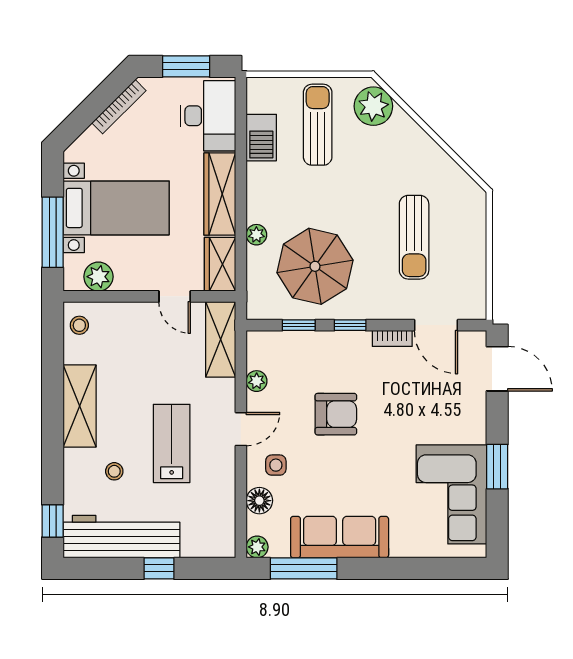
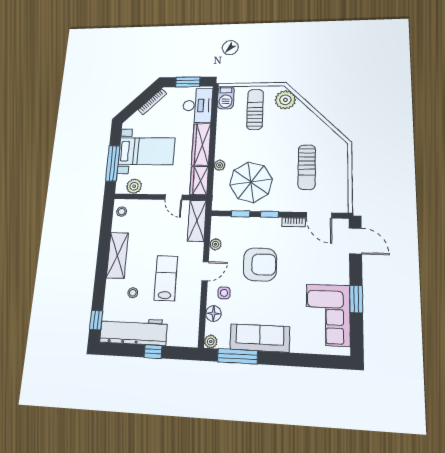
barbecue: (261, 138) -> (226, 98), moved
armchair: (336, 414) -> (260, 264), width x1.36, depth x1.36

